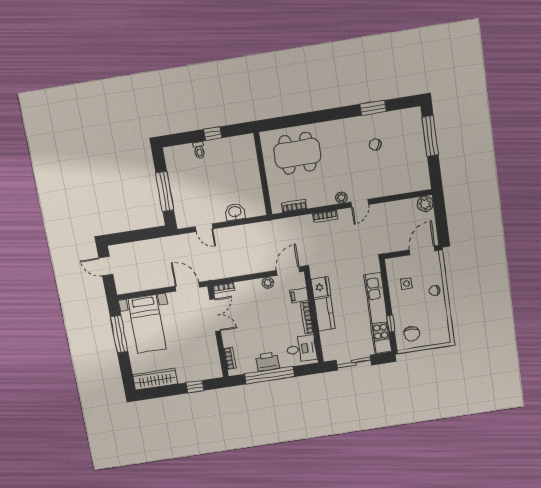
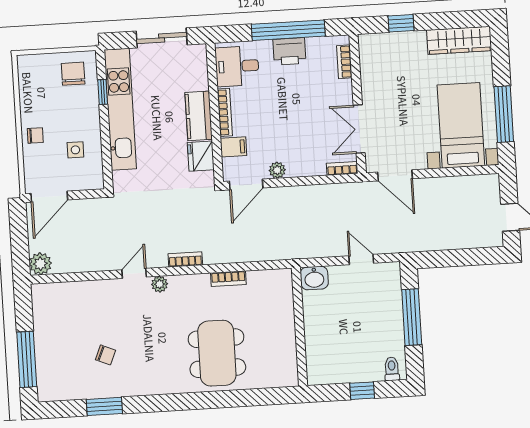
window: (213, 134) -> (362, 391), moved
toilet: (199, 150) -> (392, 369), moved
dining table: (297, 153) -> (217, 353), turned 90
wall: (263, 174) -> (299, 327), moved

